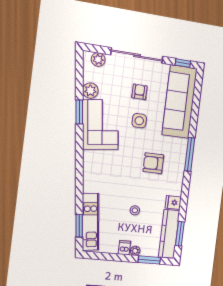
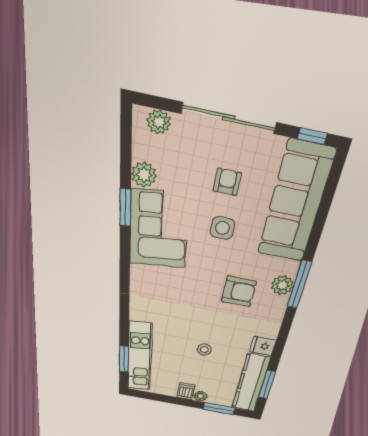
plant: (180, 156) -> (282, 285), added
armchair: (153, 163) -> (239, 291), turned 180

